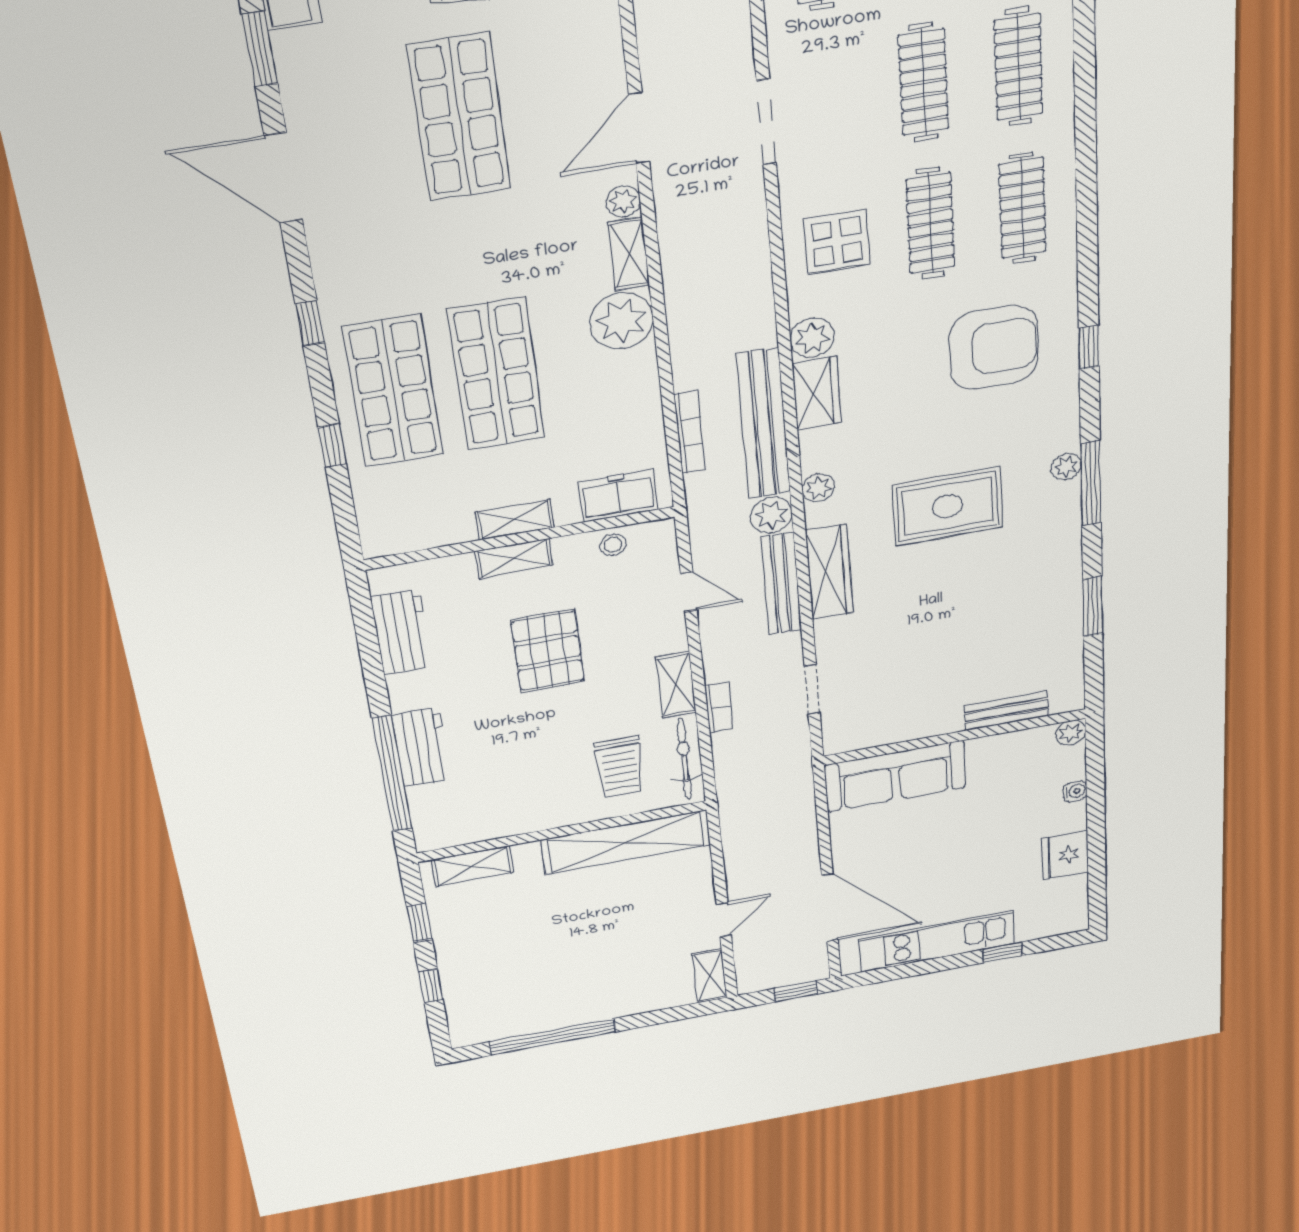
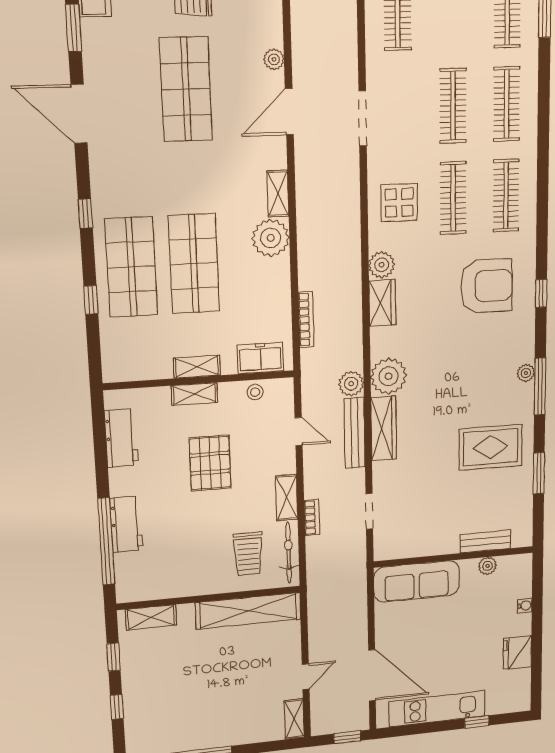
plant: (623, 201) -> (274, 59), moved
bench: (764, 424) -> (350, 319), removed
plant: (818, 488) -> (389, 376), width x1.88, depth x1.88
rug: (948, 506) -> (491, 447), moved
plant: (1071, 733) -> (488, 566), moved

